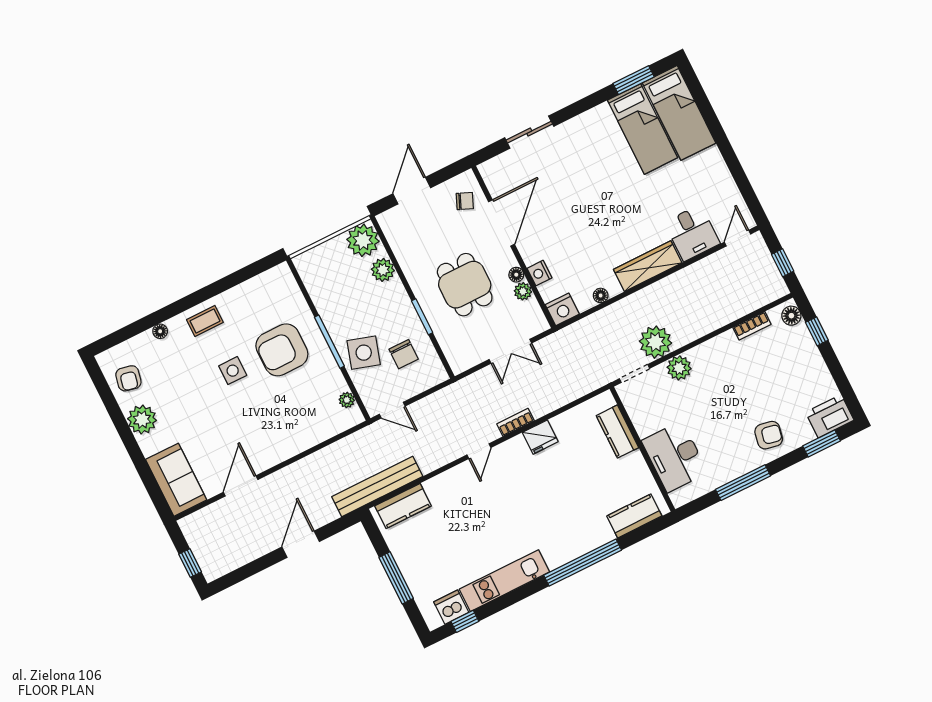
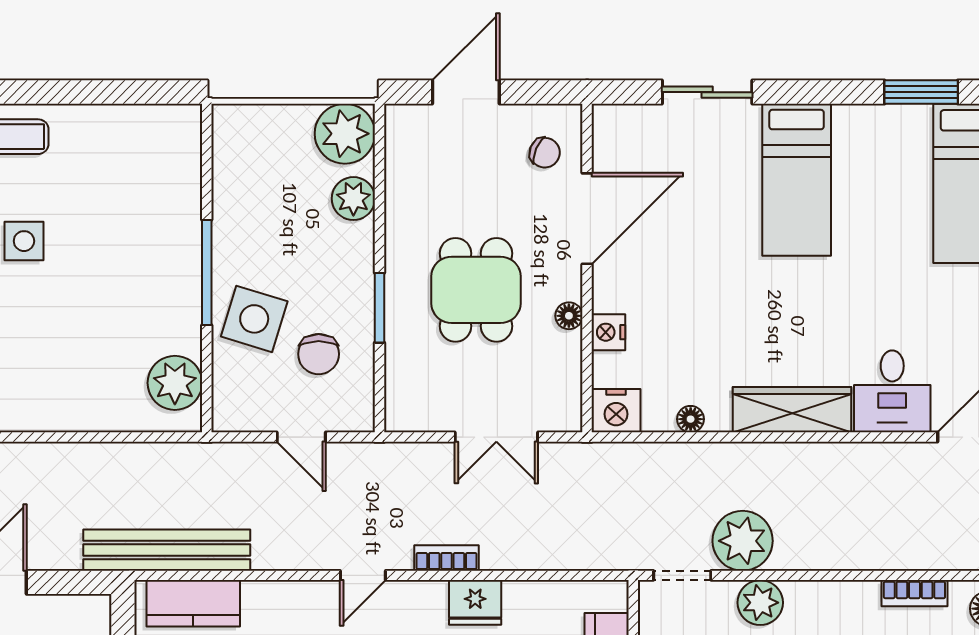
bed: (643, 129) -> (797, 180), moved
plant: (523, 291) -> (566, 349), removed
armchair: (282, 350) -> (122, 247), removed
plant: (347, 400) -> (175, 383), width x1.87, depth x1.87
door: (392, 410) -> (301, 437), moved

